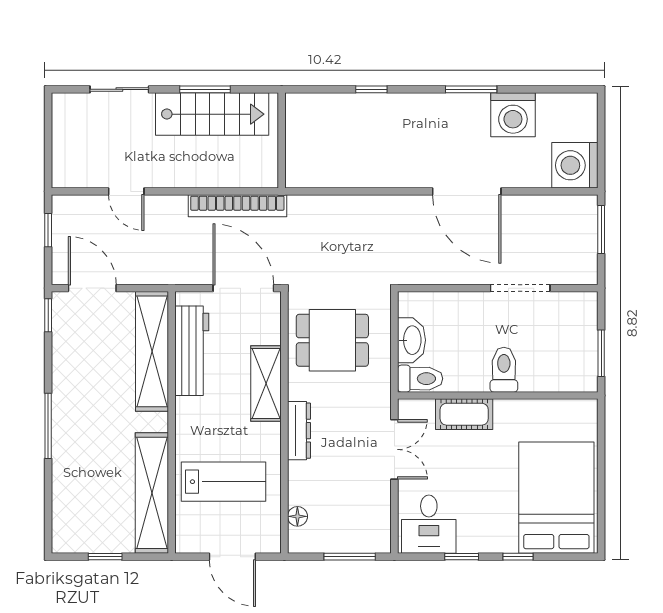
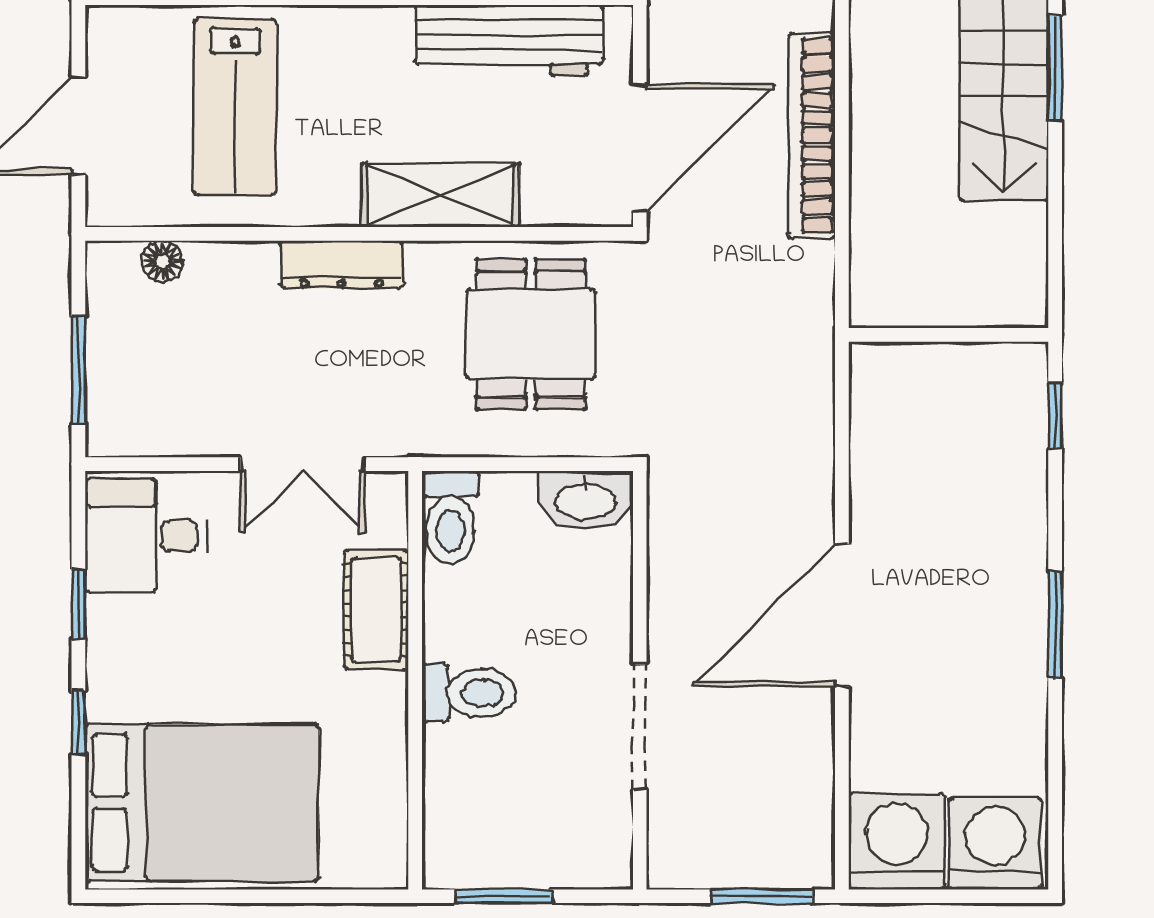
washing machine: (513, 115) -> (995, 843), moved, turned 90
wall: (282, 140) -> (948, 335), moved
washbasin: (411, 340) -> (586, 500), moved

